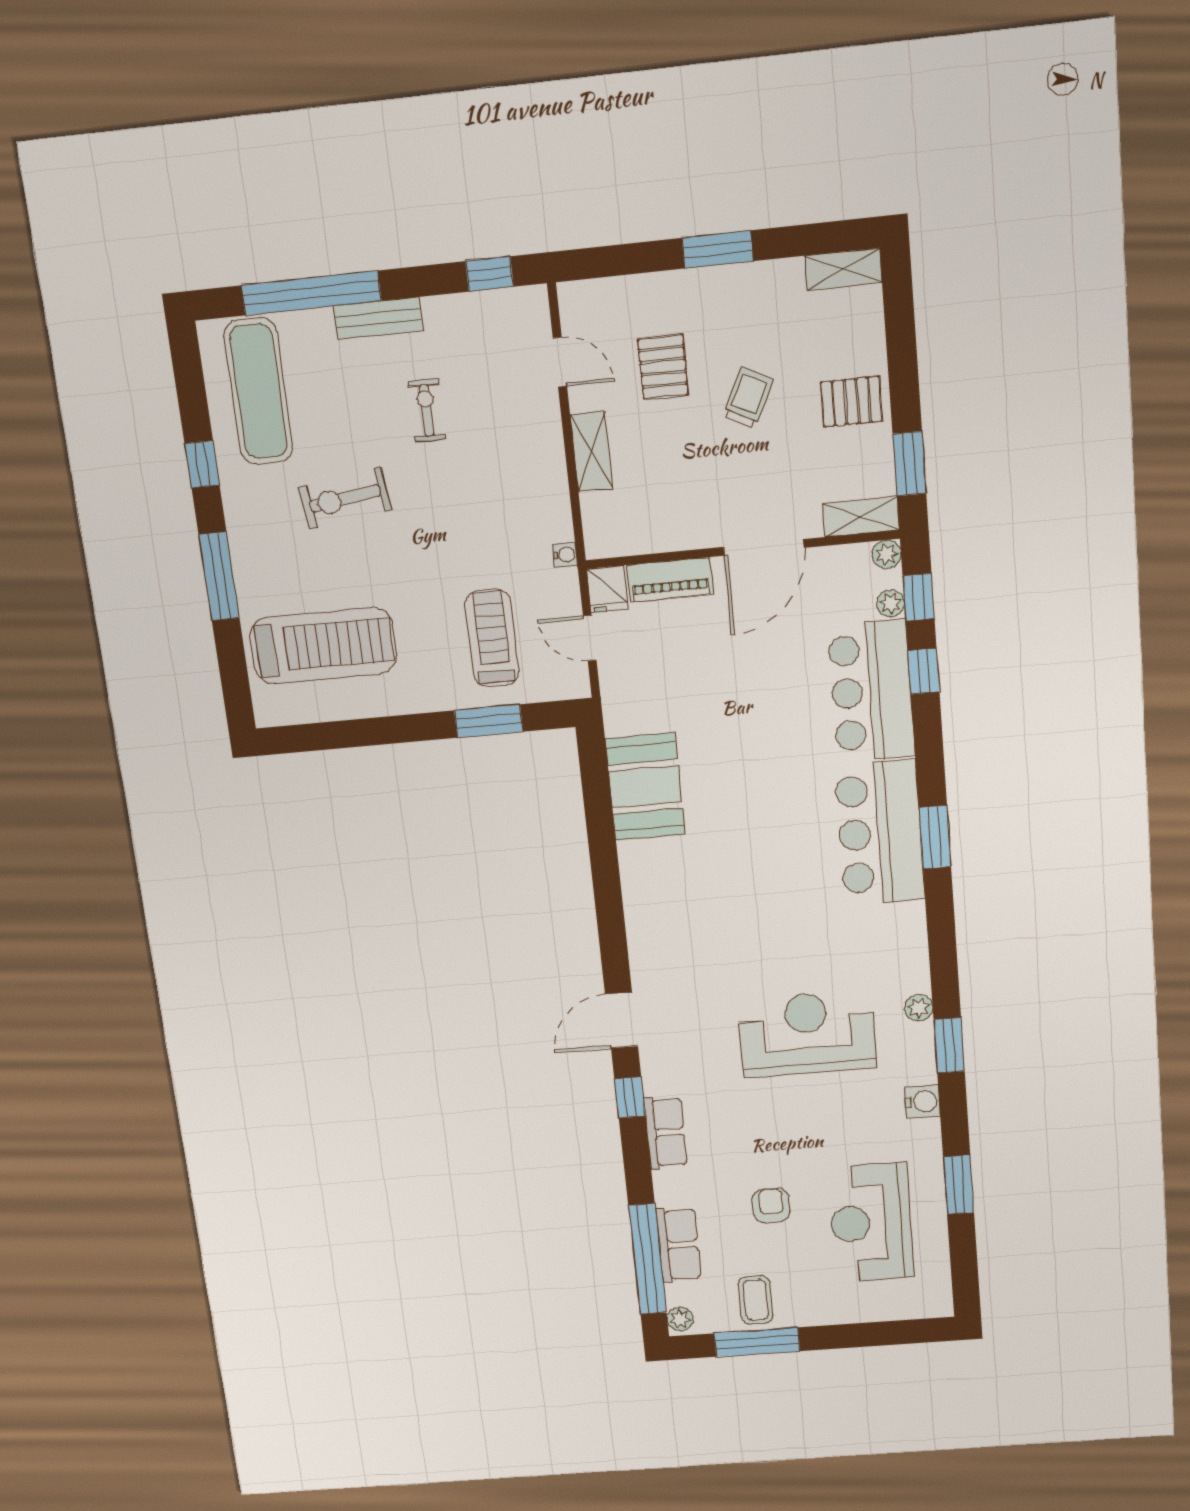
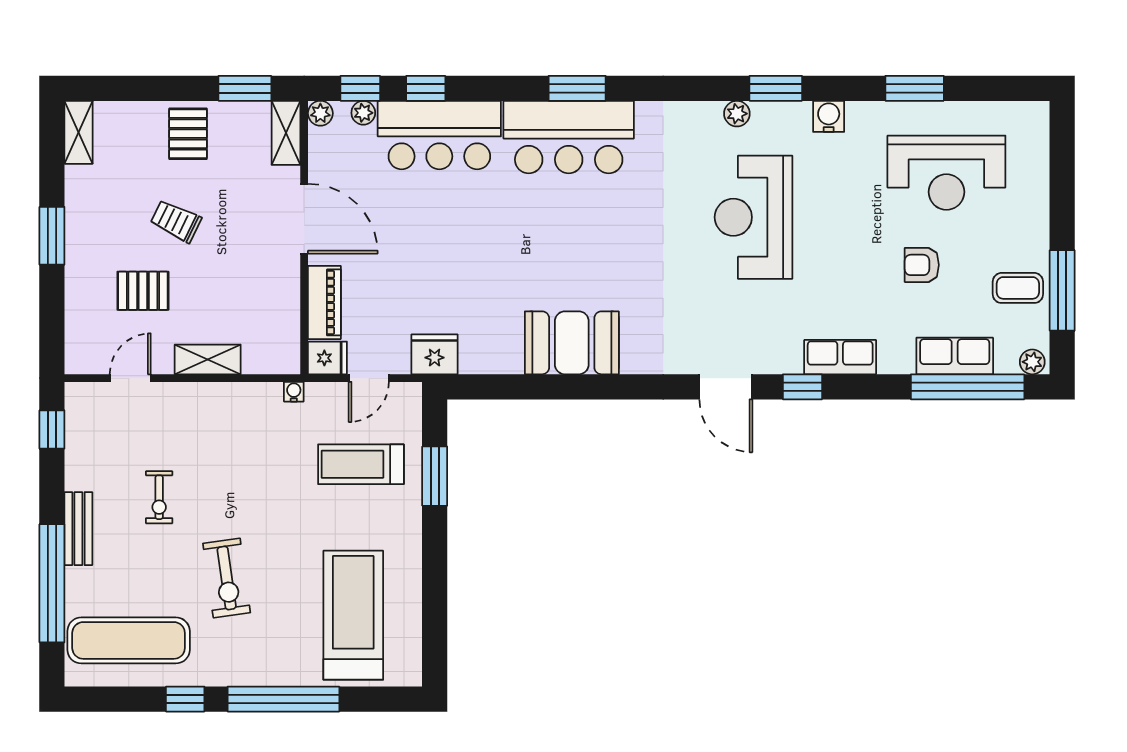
exercise bike: (427, 410) -> (159, 497), turned -90
window: (219, 576) -> (283, 699), width x1.46
fridge: (624, 708) -> (435, 354), added
booth: (645, 787) -> (572, 343), moved

